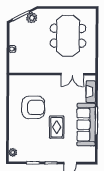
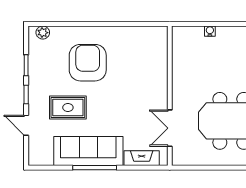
armchair: (33, 107) -> (88, 63), moved, turned 180
rug: (57, 127) -> (68, 108), moved

